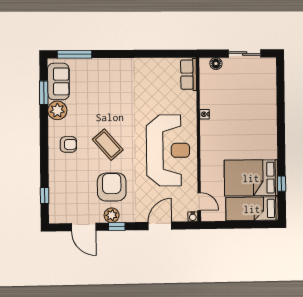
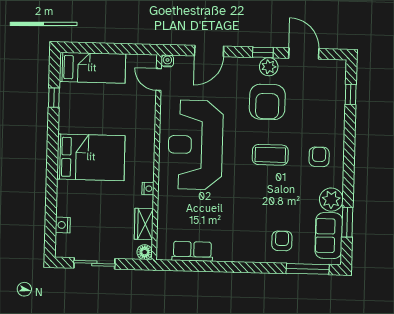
floor lamp: (216, 64) -> (145, 252), moved
row of seats: (189, 75) -> (192, 251), moved, turned -90
armchair: (96, 76) -> (282, 241), added
nightstand: (271, 83) -> (63, 225), added
wardrobe: (207, 86) -> (144, 224), added
armchair: (68, 144) -> (319, 157), turned 90
coffee table: (108, 145) -> (270, 155), turned -49
bed: (251, 178) -> (91, 157), moved

